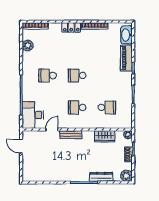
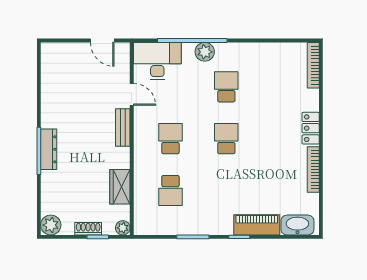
plant: (28, 46) -> (205, 52), moved
door: (21, 146) -> (102, 40), swing flipped
dresser: (101, 177) -> (49, 149), moved

